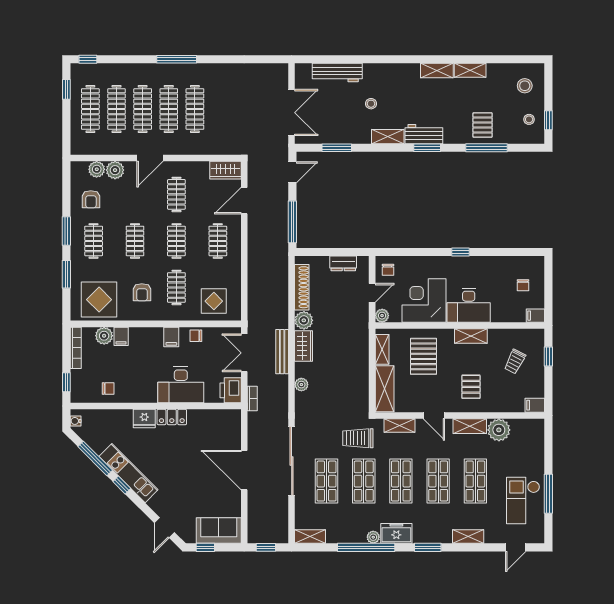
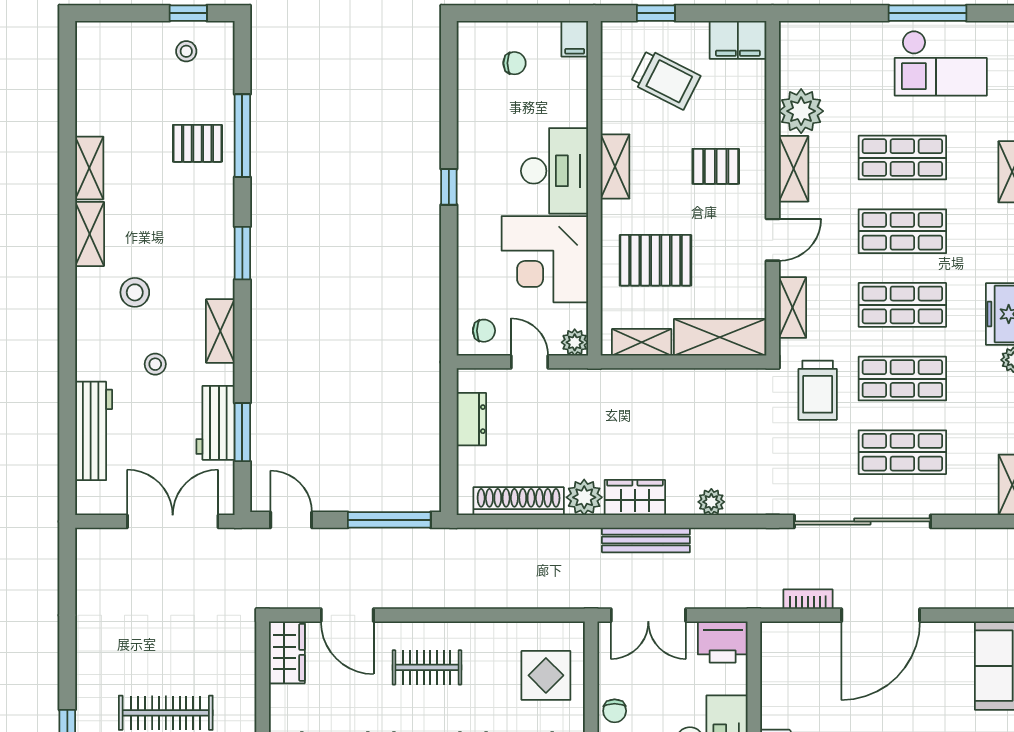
stool: (525, 86) -> (135, 292), moved
workbench: (424, 134) -> (215, 423), moved
trolley: (515, 361) -> (665, 79), width x1.36, depth x1.39
bookcase: (252, 399) -> (808, 599), moved
filing cabinet: (535, 405) -> (738, 40), width x2.00

